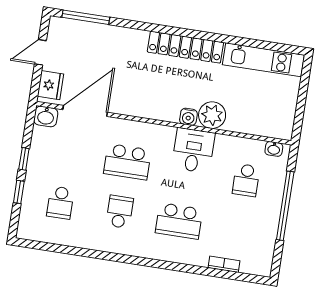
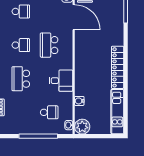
plant: (212, 115) -> (82, 127), moved
water cooler: (188, 117) -> (79, 101), moved
school desk: (246, 180) -> (49, 112), turned 180
school desk: (60, 203) -> (21, 11), turned 180

